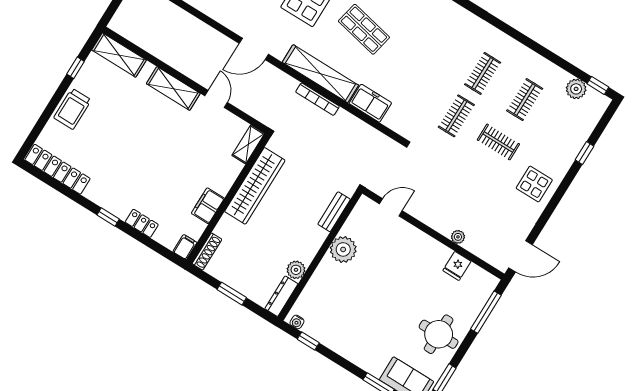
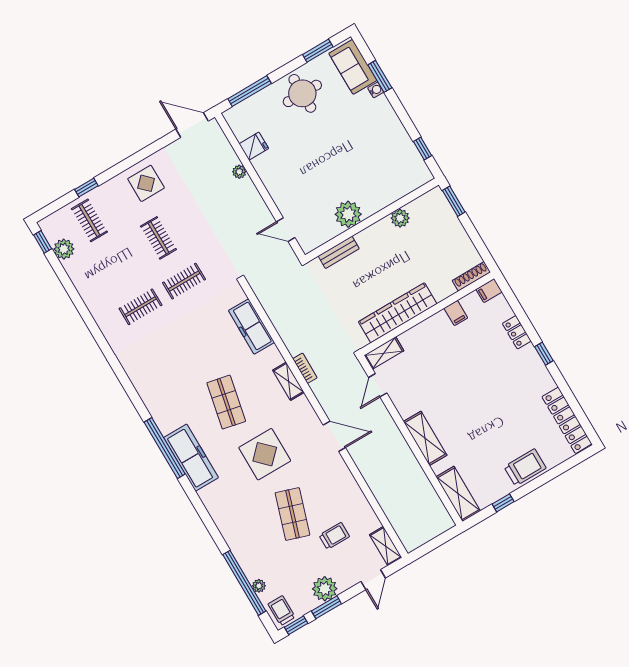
shelving: (320, 74) -> (288, 381), width x0.45, depth x0.75
door: (216, 99) -> (378, 385), moved
bookcase: (317, 99) -> (305, 368), width x0.64
clothes rail: (525, 100) -> (89, 220), moved, turned 90
freezer: (370, 103) -> (251, 326), width x1.40
filing cabinet: (208, 206) -> (456, 313), width x0.50
window: (232, 294) -> (454, 201), moved
dresser: (281, 296) -> (426, 201), removed
water cooler: (297, 322) -> (376, 90), moved

